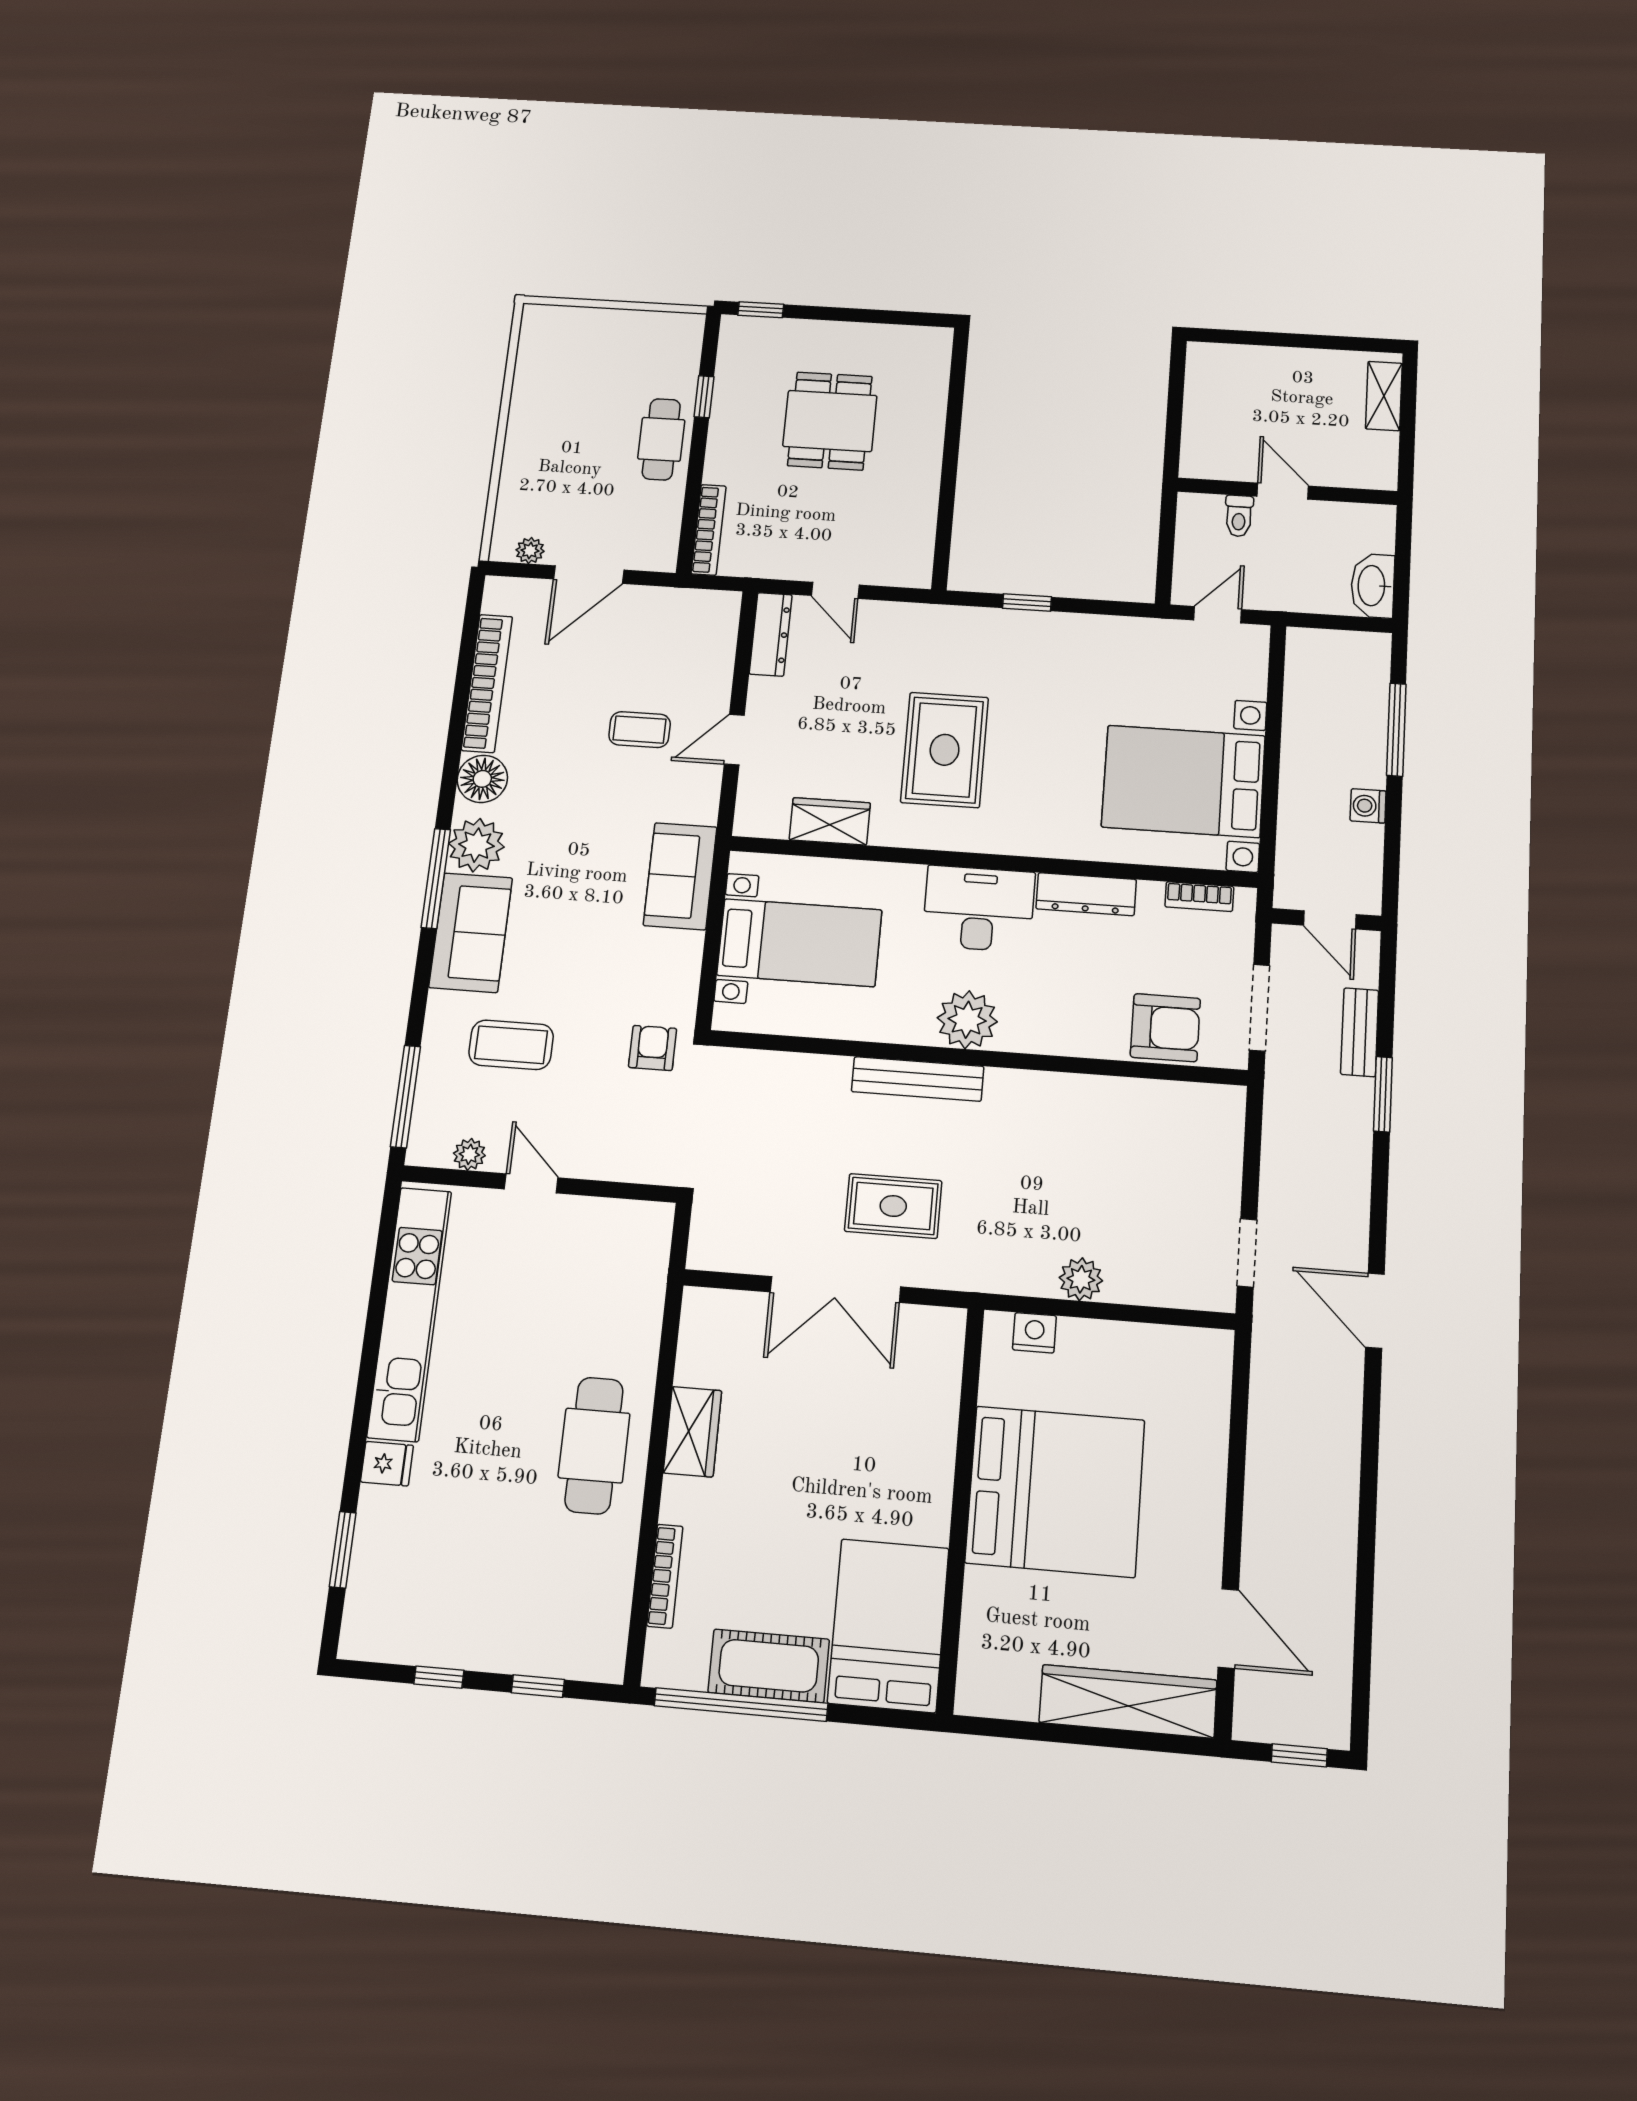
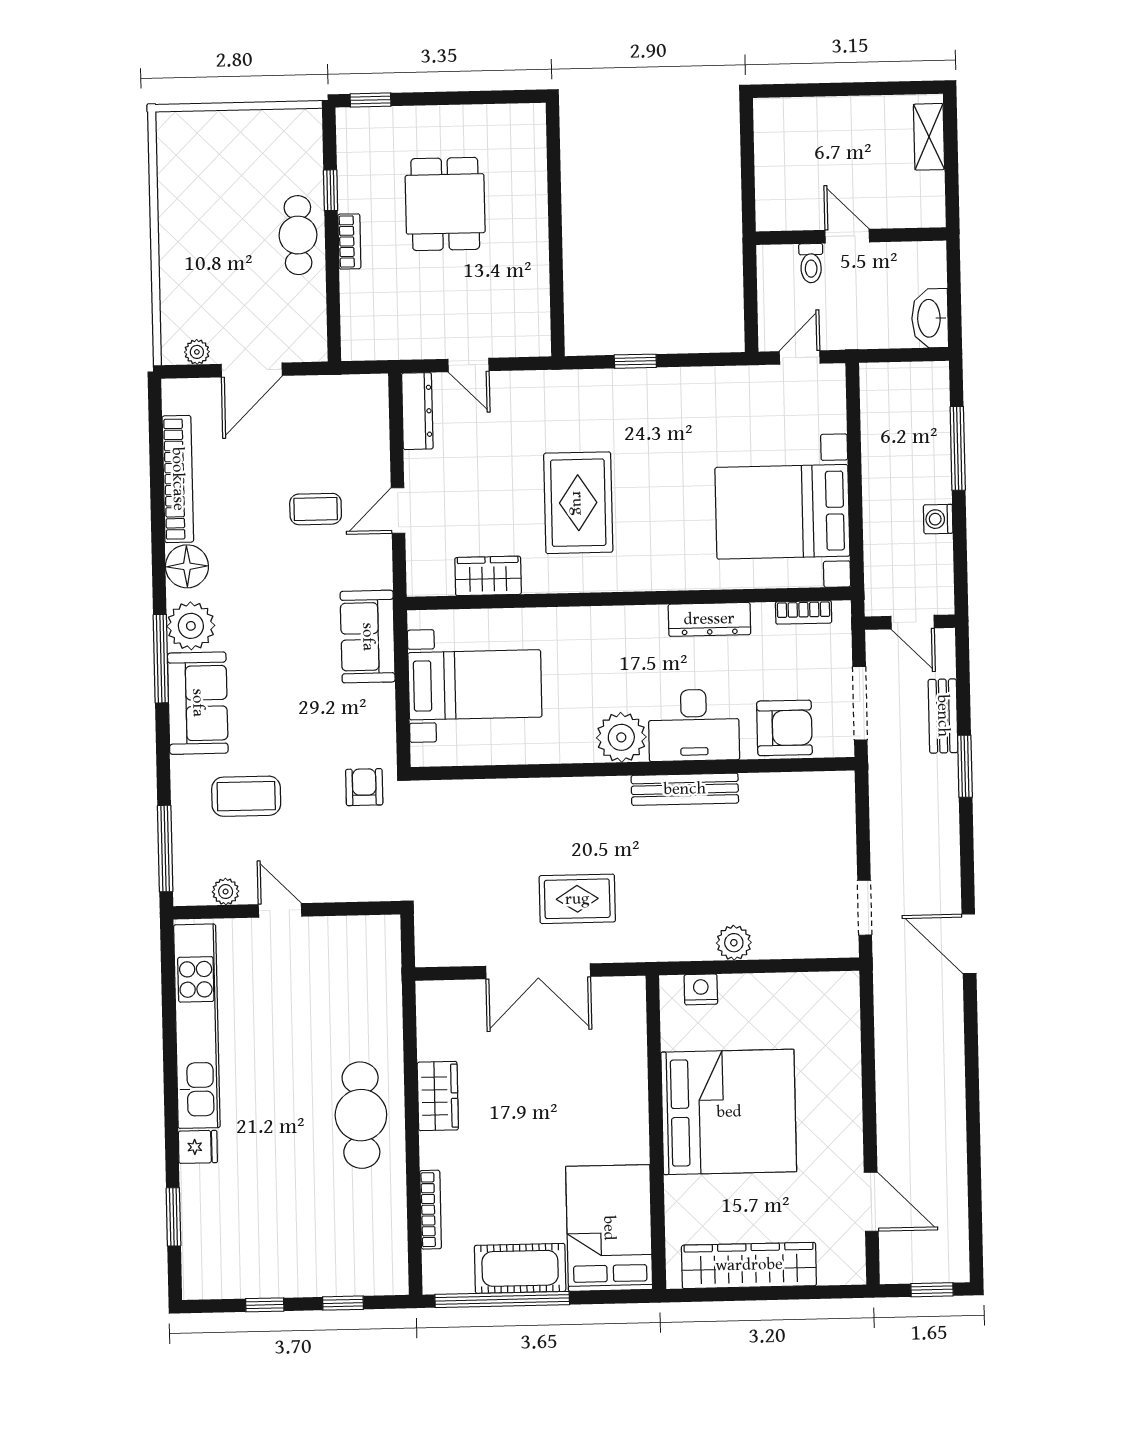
bookcase: (709, 530) -> (349, 241), moved, width x0.64
desk: (979, 909) -> (694, 725), moved, turned 180
bench: (918, 1079) -> (685, 789), moved
wardrobe: (1128, 1701) -> (749, 1265), moved

